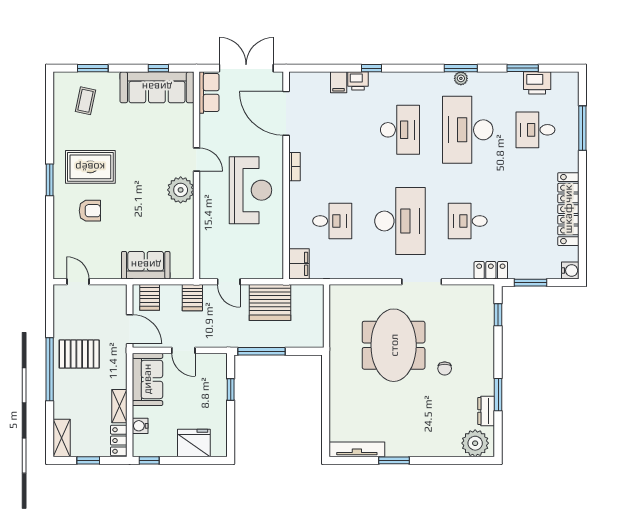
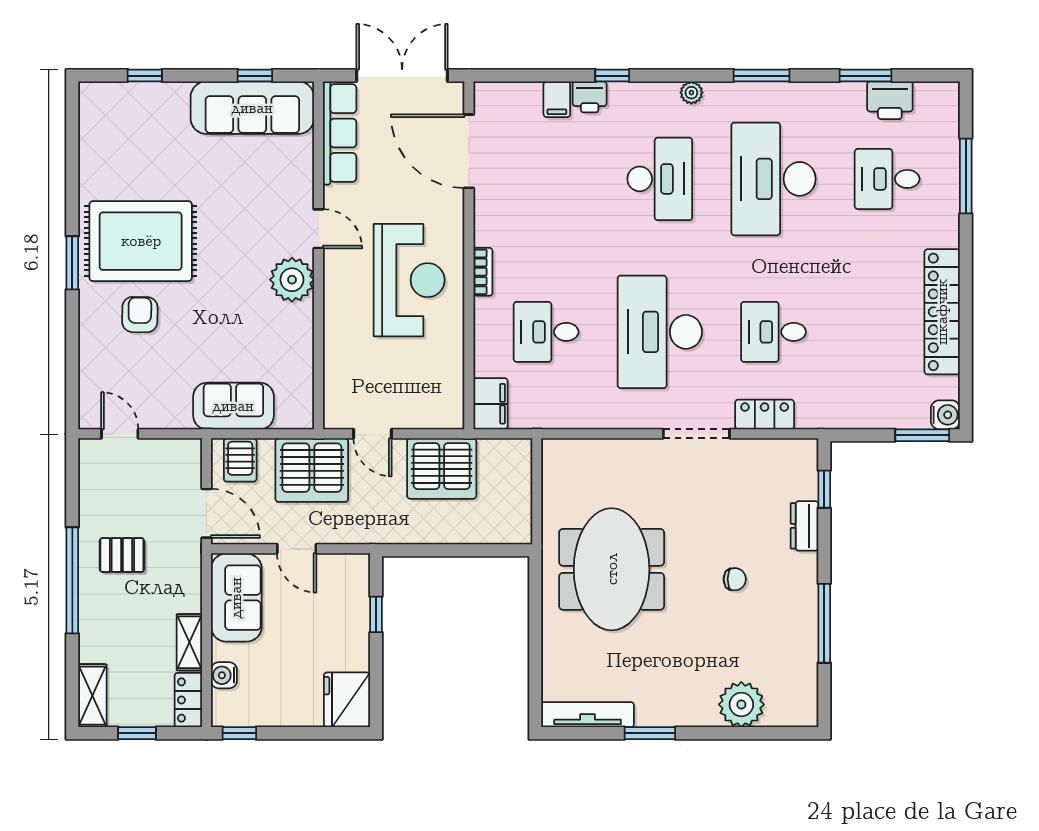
window: (93, 68) -> (145, 76), width x0.67
plant: (461, 78) -> (691, 93), moved
row of seats: (209, 92) -> (340, 133), width x1.48
coffee table: (86, 101) -> (133, 130), removed
rug: (90, 167) -> (141, 241), width x1.37, depth x1.44
bookcase: (294, 167) -> (483, 272), moved
armchair: (90, 211) -> (140, 315), turned -89
desk: (332, 221) -> (546, 332), turned 180
desk: (400, 221) -> (660, 332), turned 180
locker: (491, 270) -> (765, 415), moved
window: (531, 283) -> (922, 435), moved
server rack: (192, 298) -> (312, 470), width x2.18, depth x1.44
meeting table: (394, 345) -> (612, 569), moved
window: (261, 351) -> (428, 550), removed
pallet: (79, 354) -> (122, 555), width x0.67, depth x0.71
chair: (445, 369) -> (735, 579), turned -90
window: (498, 395) -> (824, 623), width x1.44
dresser: (486, 411) -> (804, 526), moved
fridge: (194, 443) -> (347, 700), moved, turned -90
plant: (475, 443) -> (741, 704), moved

